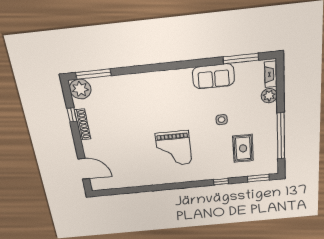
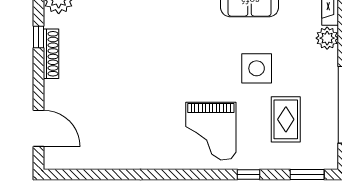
side table: (222, 120) -> (257, 68), width x1.87, depth x1.87
grand piano: (174, 149) -> (211, 131), moved

